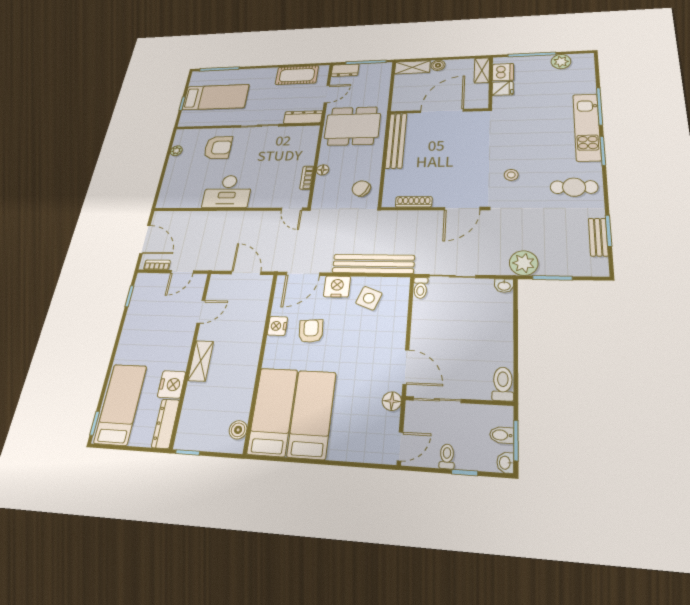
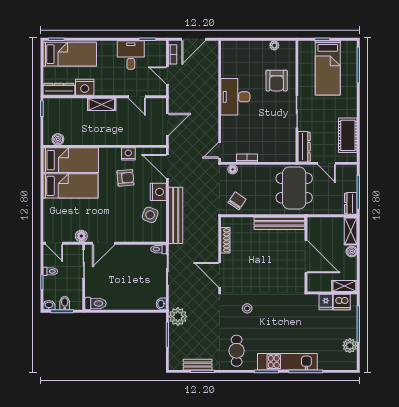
dresser: (345, 70) -> (351, 203), moved
floor lamp: (323, 170) -> (233, 169), moved
desk: (144, 318) -> (131, 55), added

